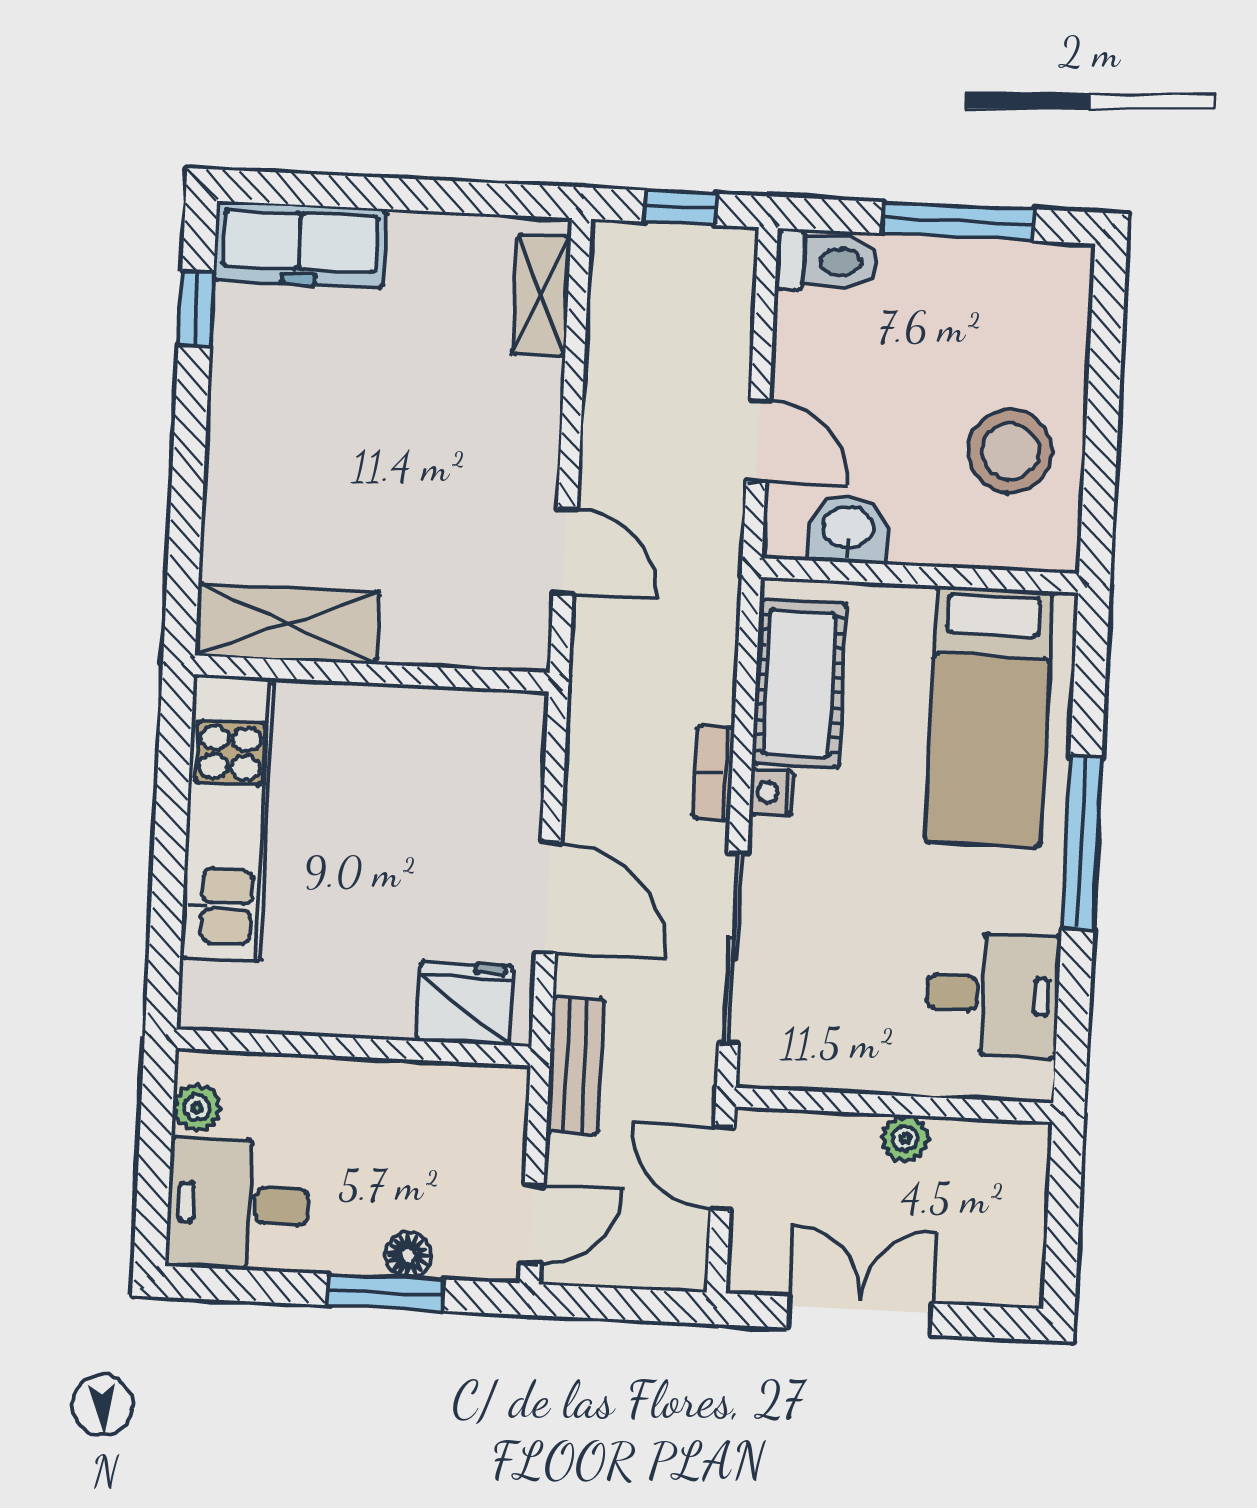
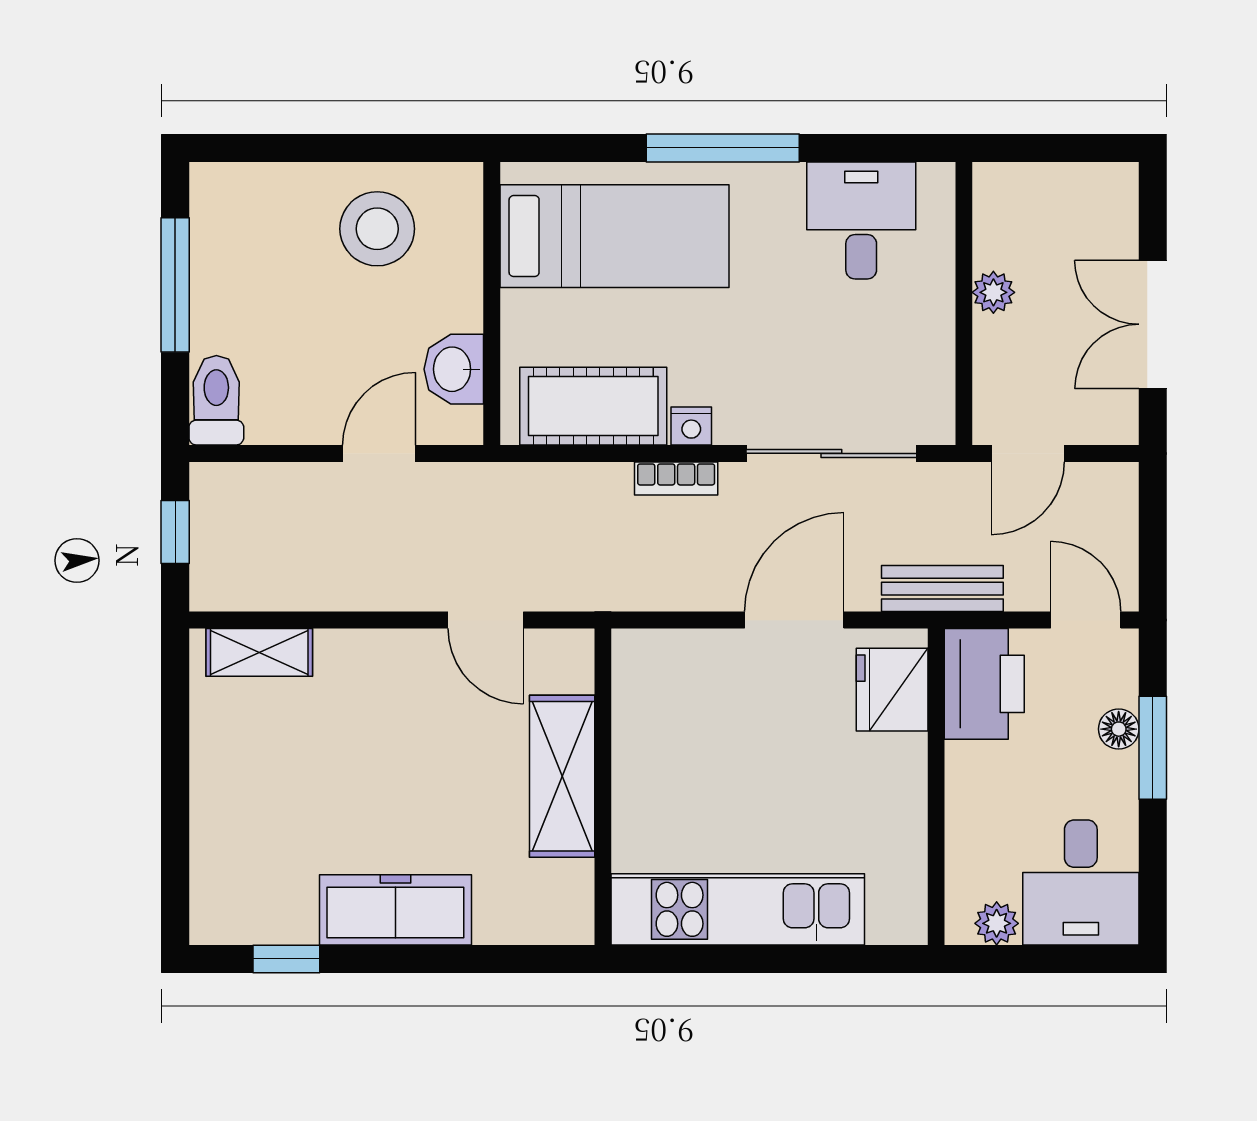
freezer: (300, 244) -> (395, 910), moved, turned -90
door: (565, 551) -> (486, 620), swing flipped
shelving: (287, 624) -> (562, 776), moved
printer: (466, 1107) -> (984, 684), added

